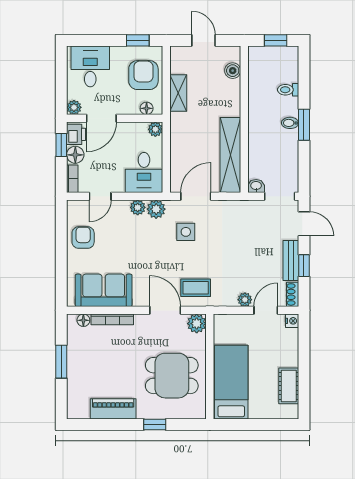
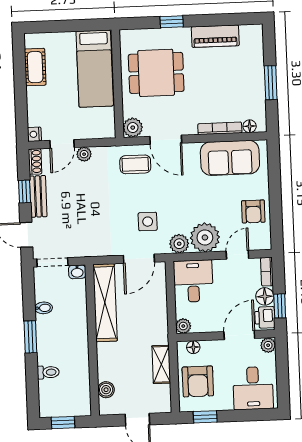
bidet: (290, 123) -> (44, 308), moved
plant: (138, 207) -> (205, 237), width x1.87, depth x1.87

